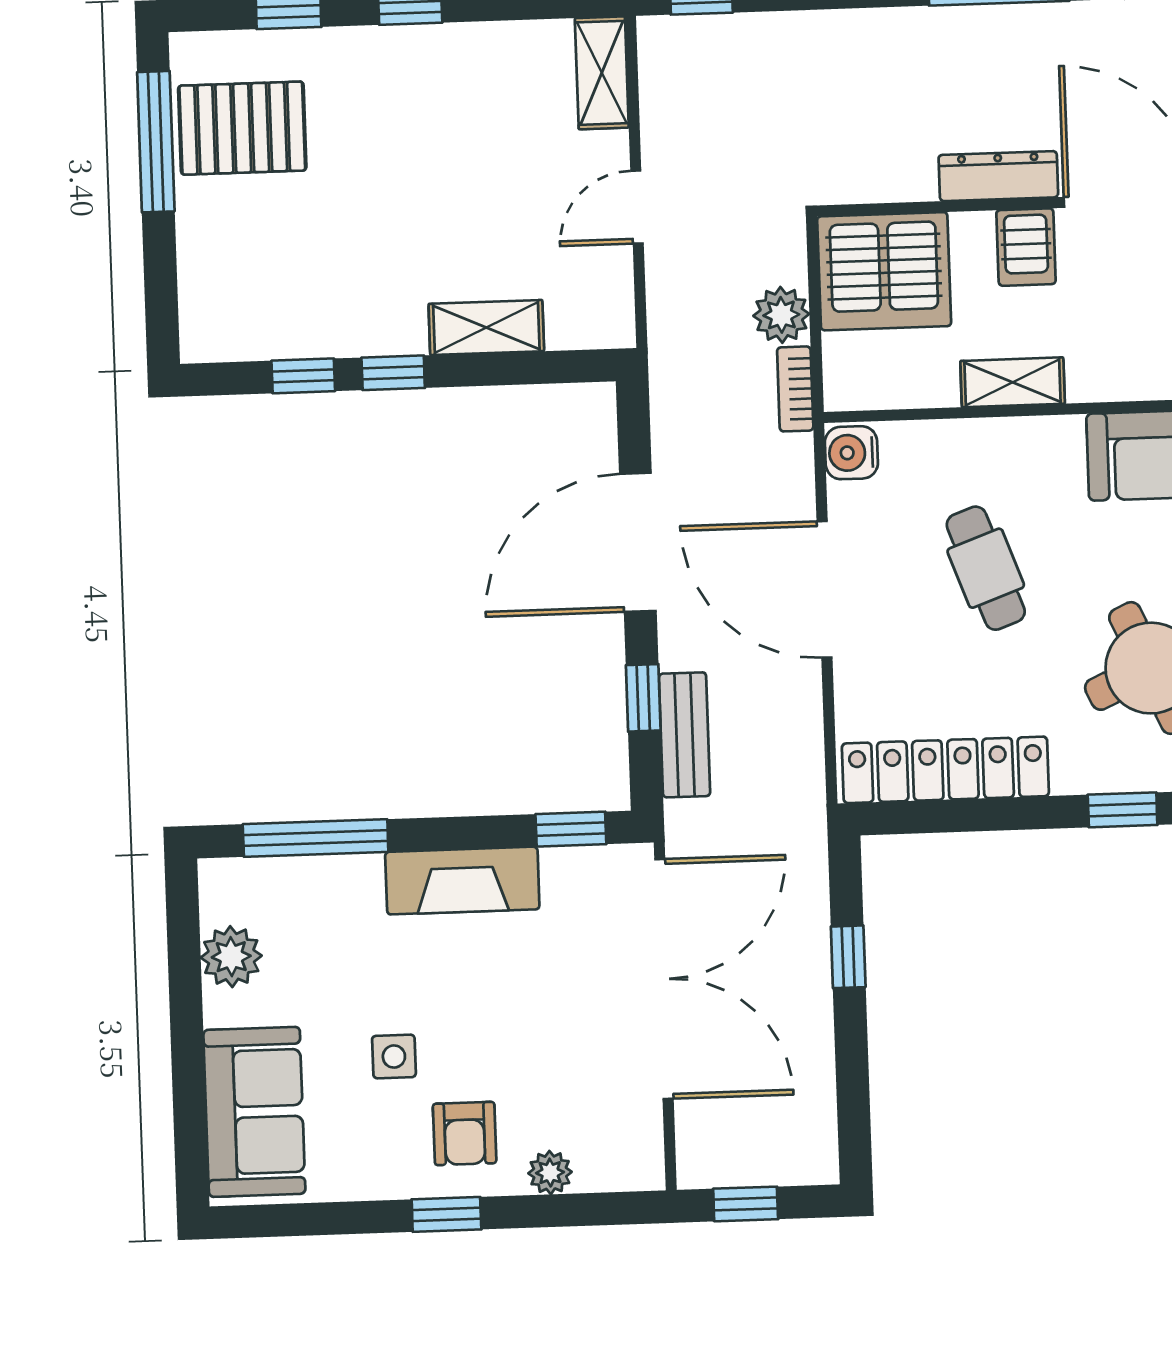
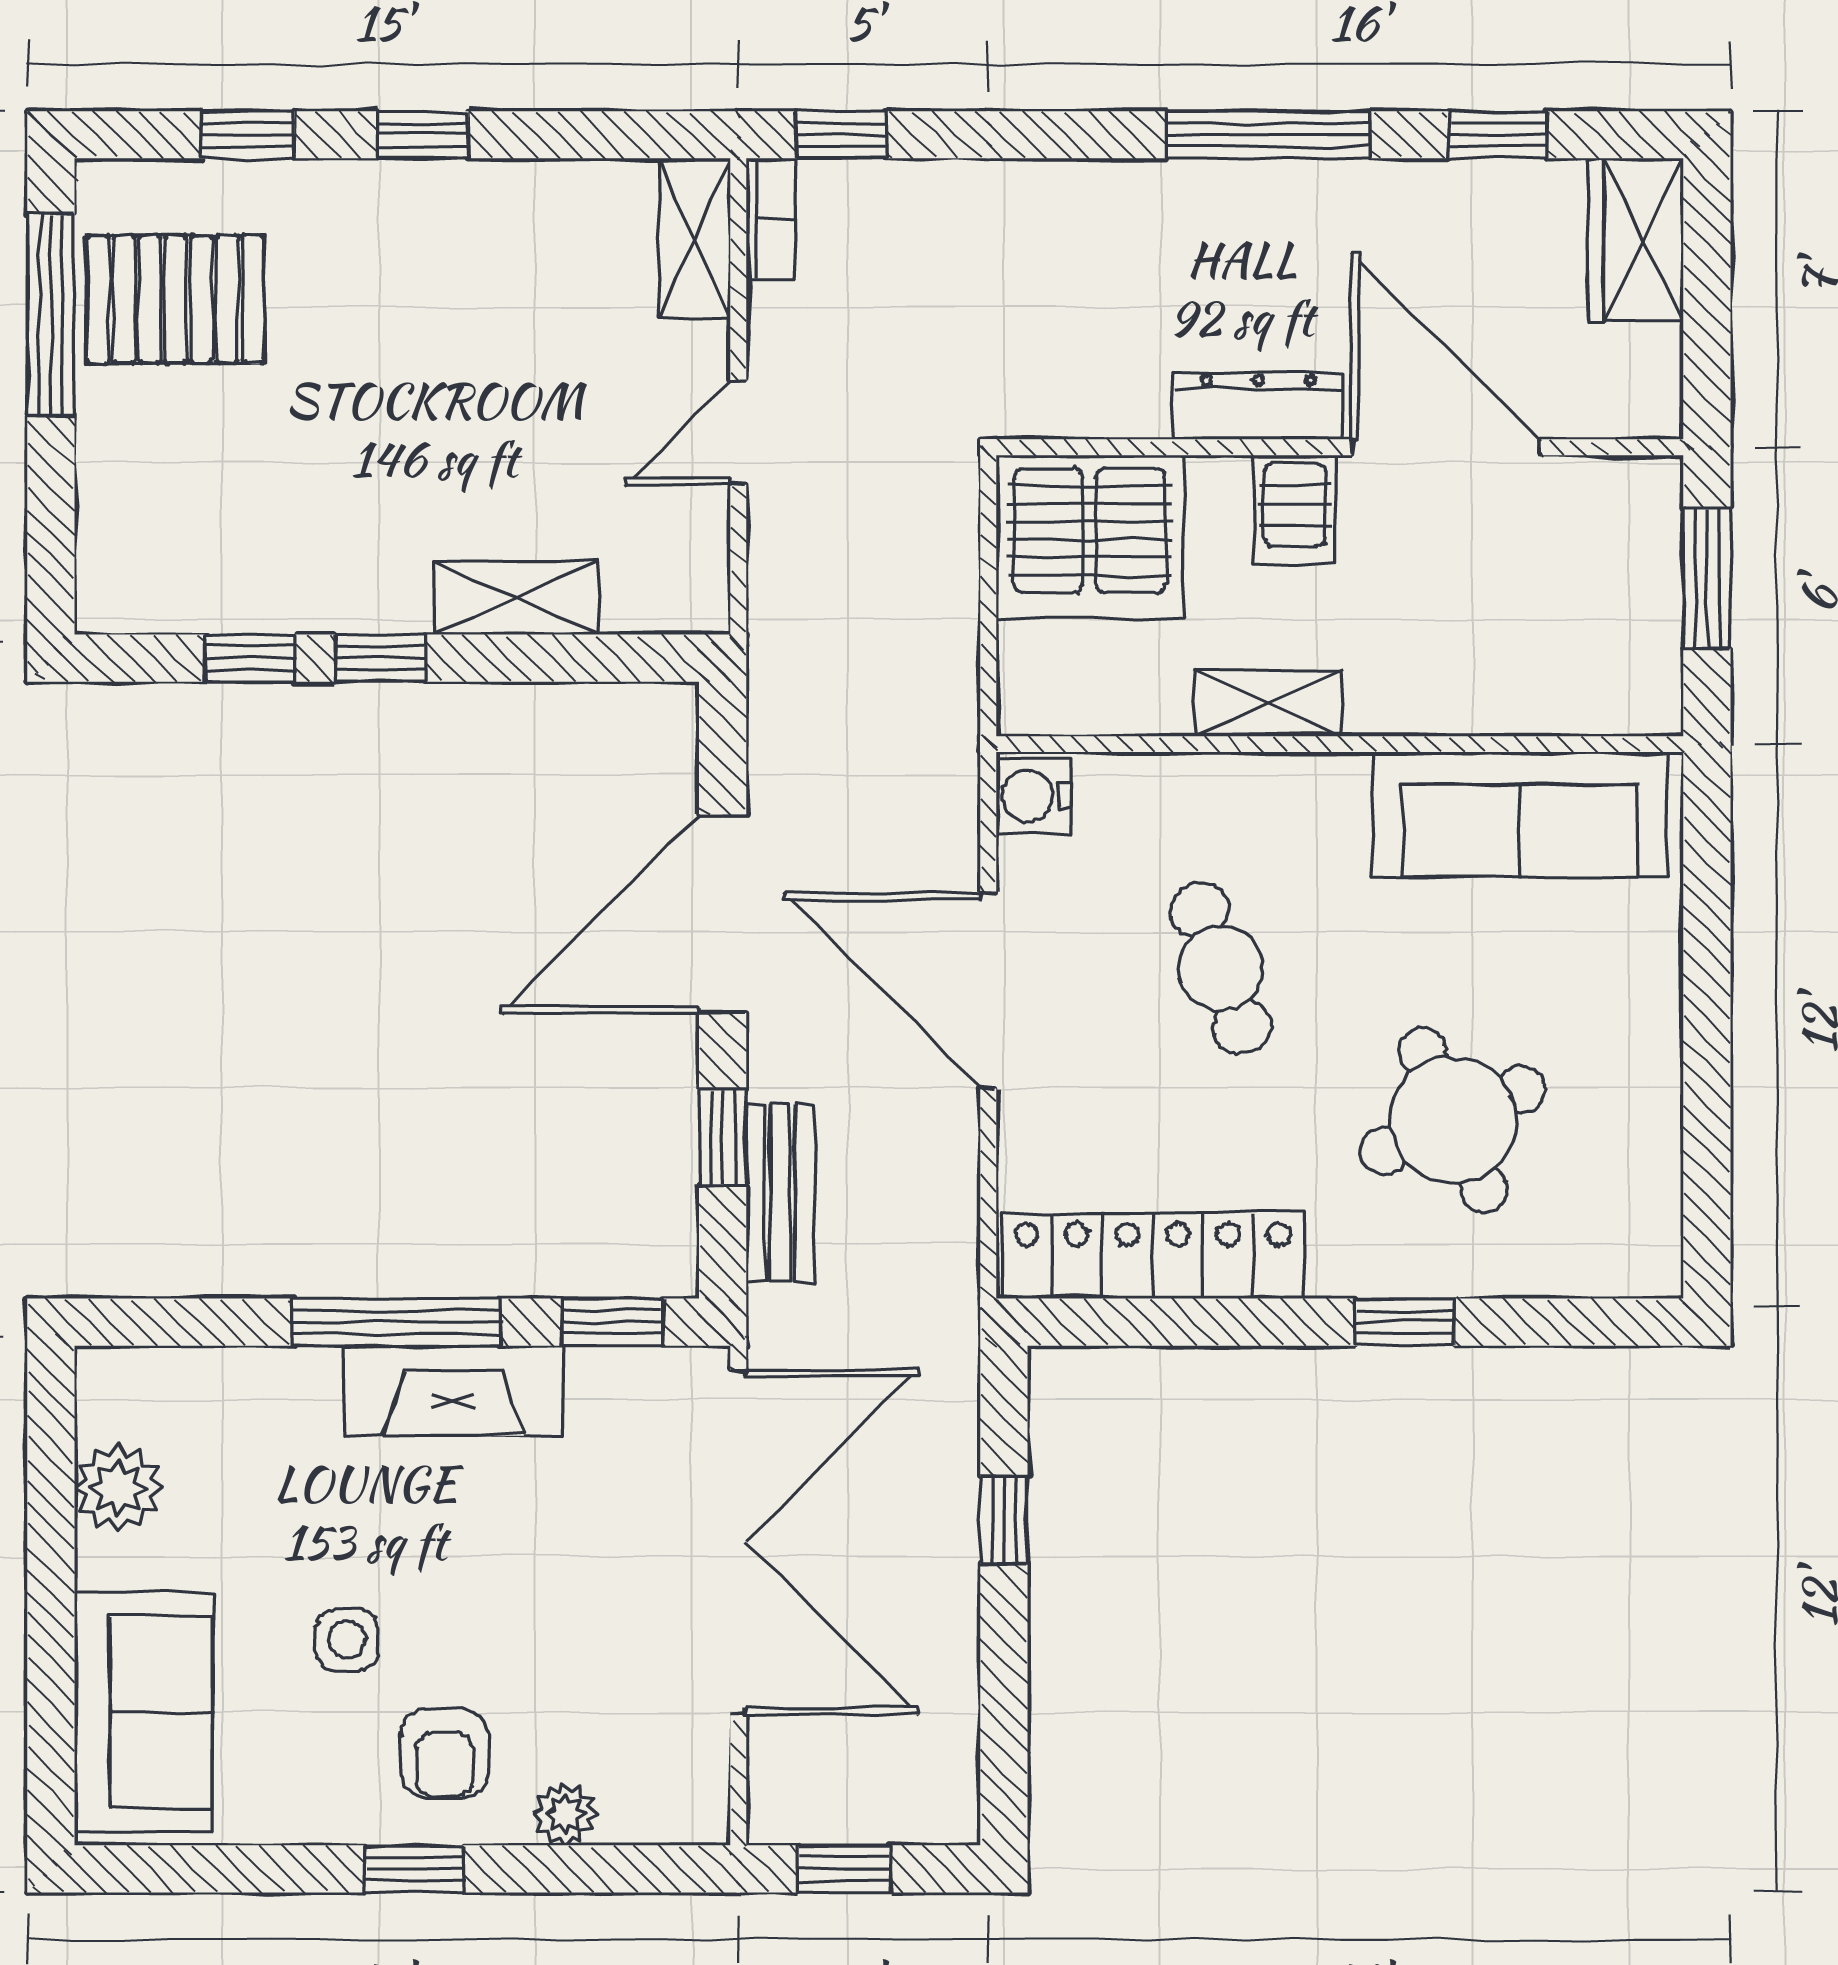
plant: (781, 315) -> (940, 595), removed
bookcase: (795, 389) -> (770, 219), moved, turned 180
window: (316, 838) -> (397, 1322), moved

